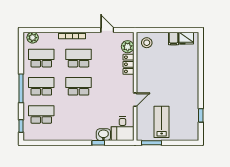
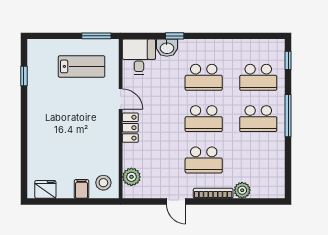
door: (107, 30) -> (176, 201), moved
plant: (33, 38) -> (242, 190), moved
filing cabinet: (173, 38) -> (81, 189), moved
school desk: (41, 58) -> (204, 77), moved
locker: (128, 64) -> (130, 128), moved
door: (135, 100) -> (121, 99), swing flipped
lab bench: (162, 122) -> (82, 66), turned -90

